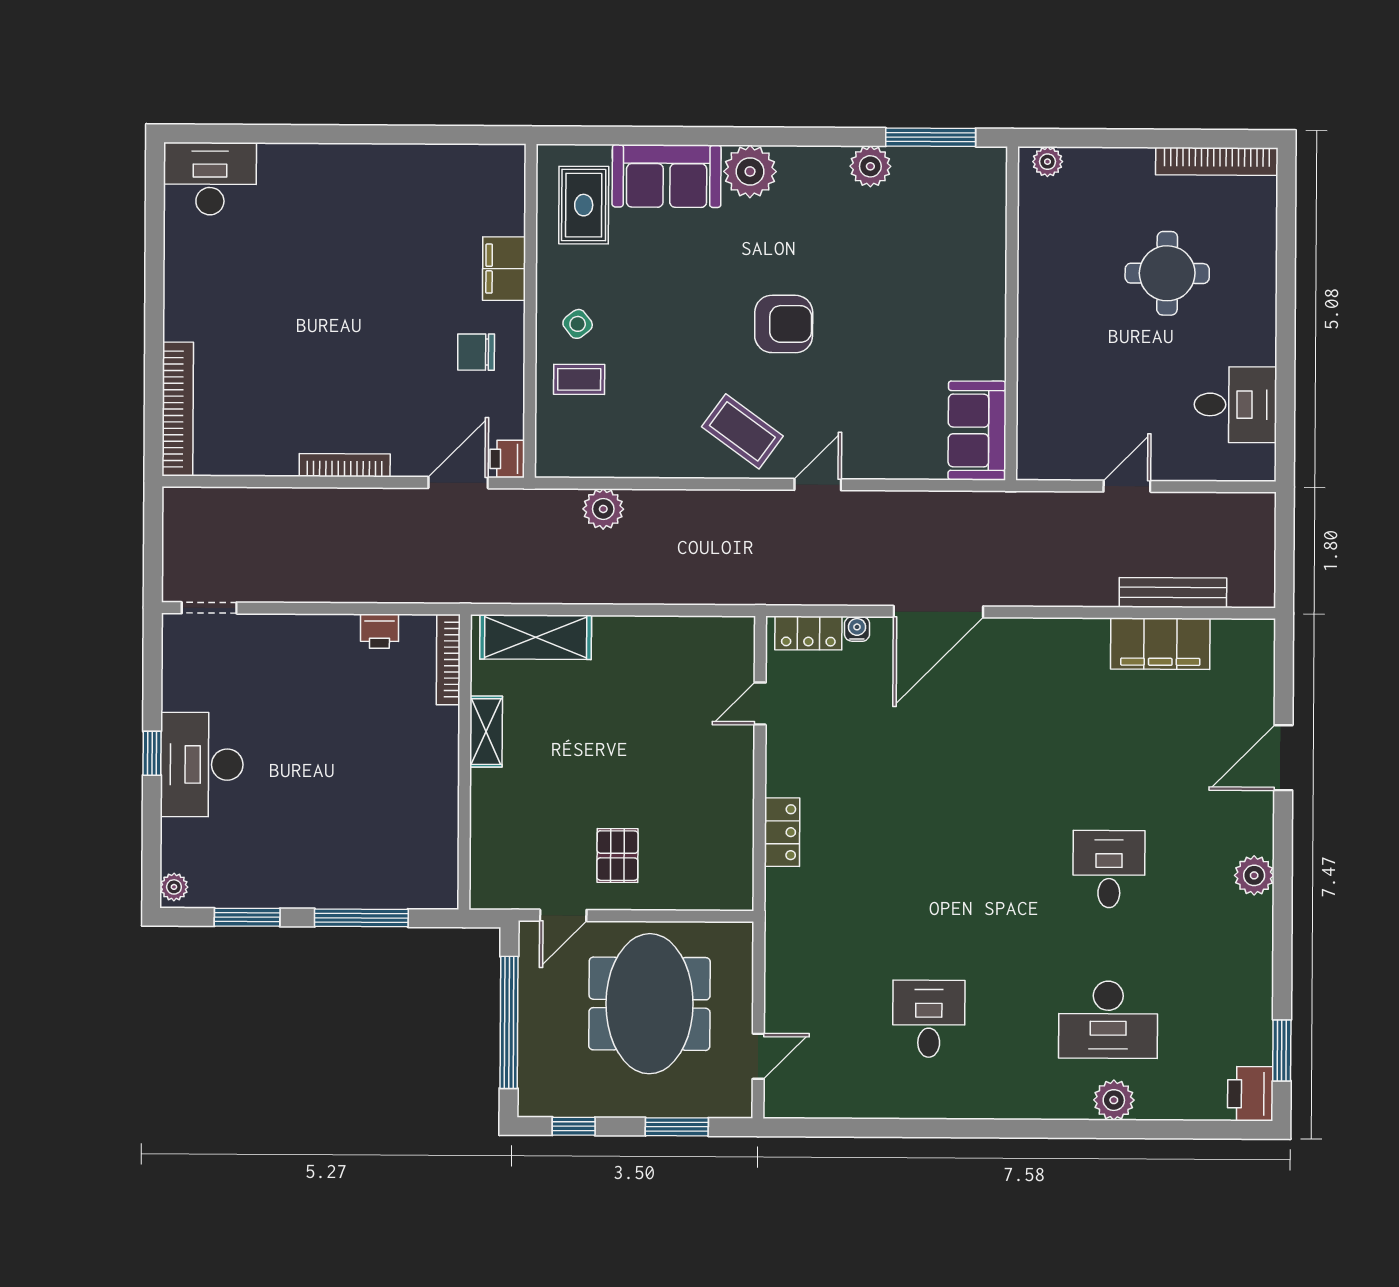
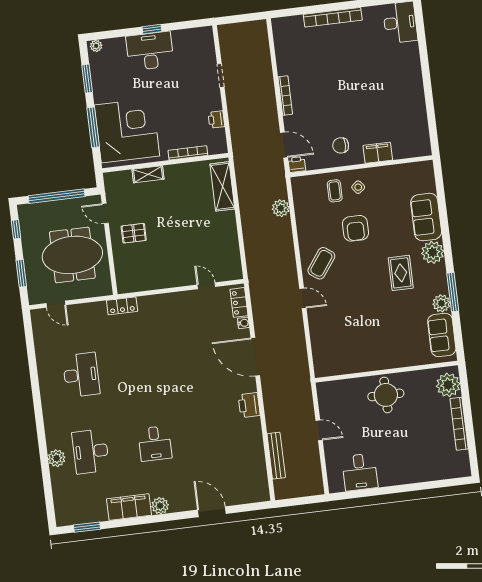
window: (931, 137) -> (453, 292), moved
bookcase: (1217, 161) -> (459, 424), moved
plant: (1048, 162) -> (448, 385), width x1.88, depth x1.88
rug: (584, 205) -> (401, 273), moved, turned 90
round table: (1167, 273) -> (386, 395), moved
armchair: (784, 324) -> (355, 228), moved
chair: (476, 352) -> (341, 145), turned -90
bookcase: (178, 409) -> (333, 17), moved
sofa: (977, 431) -> (442, 335), moved, turned -90
doorway: (209, 608) -> (221, 75), moved
filing cabinet: (1160, 644) -> (129, 507), moved, turned 90
bookcase: (448, 660) -> (188, 153), moved
shelving: (486, 732) -> (148, 174), moved
locker: (782, 832) -> (122, 306), moved
corner desk: (378, 841) -> (127, 130), added
desk: (1109, 869) -> (155, 443), turned 90
desk: (929, 1019) -> (81, 375), width x1.37
printer: (1250, 1094) -> (249, 405), moved, turned -90

